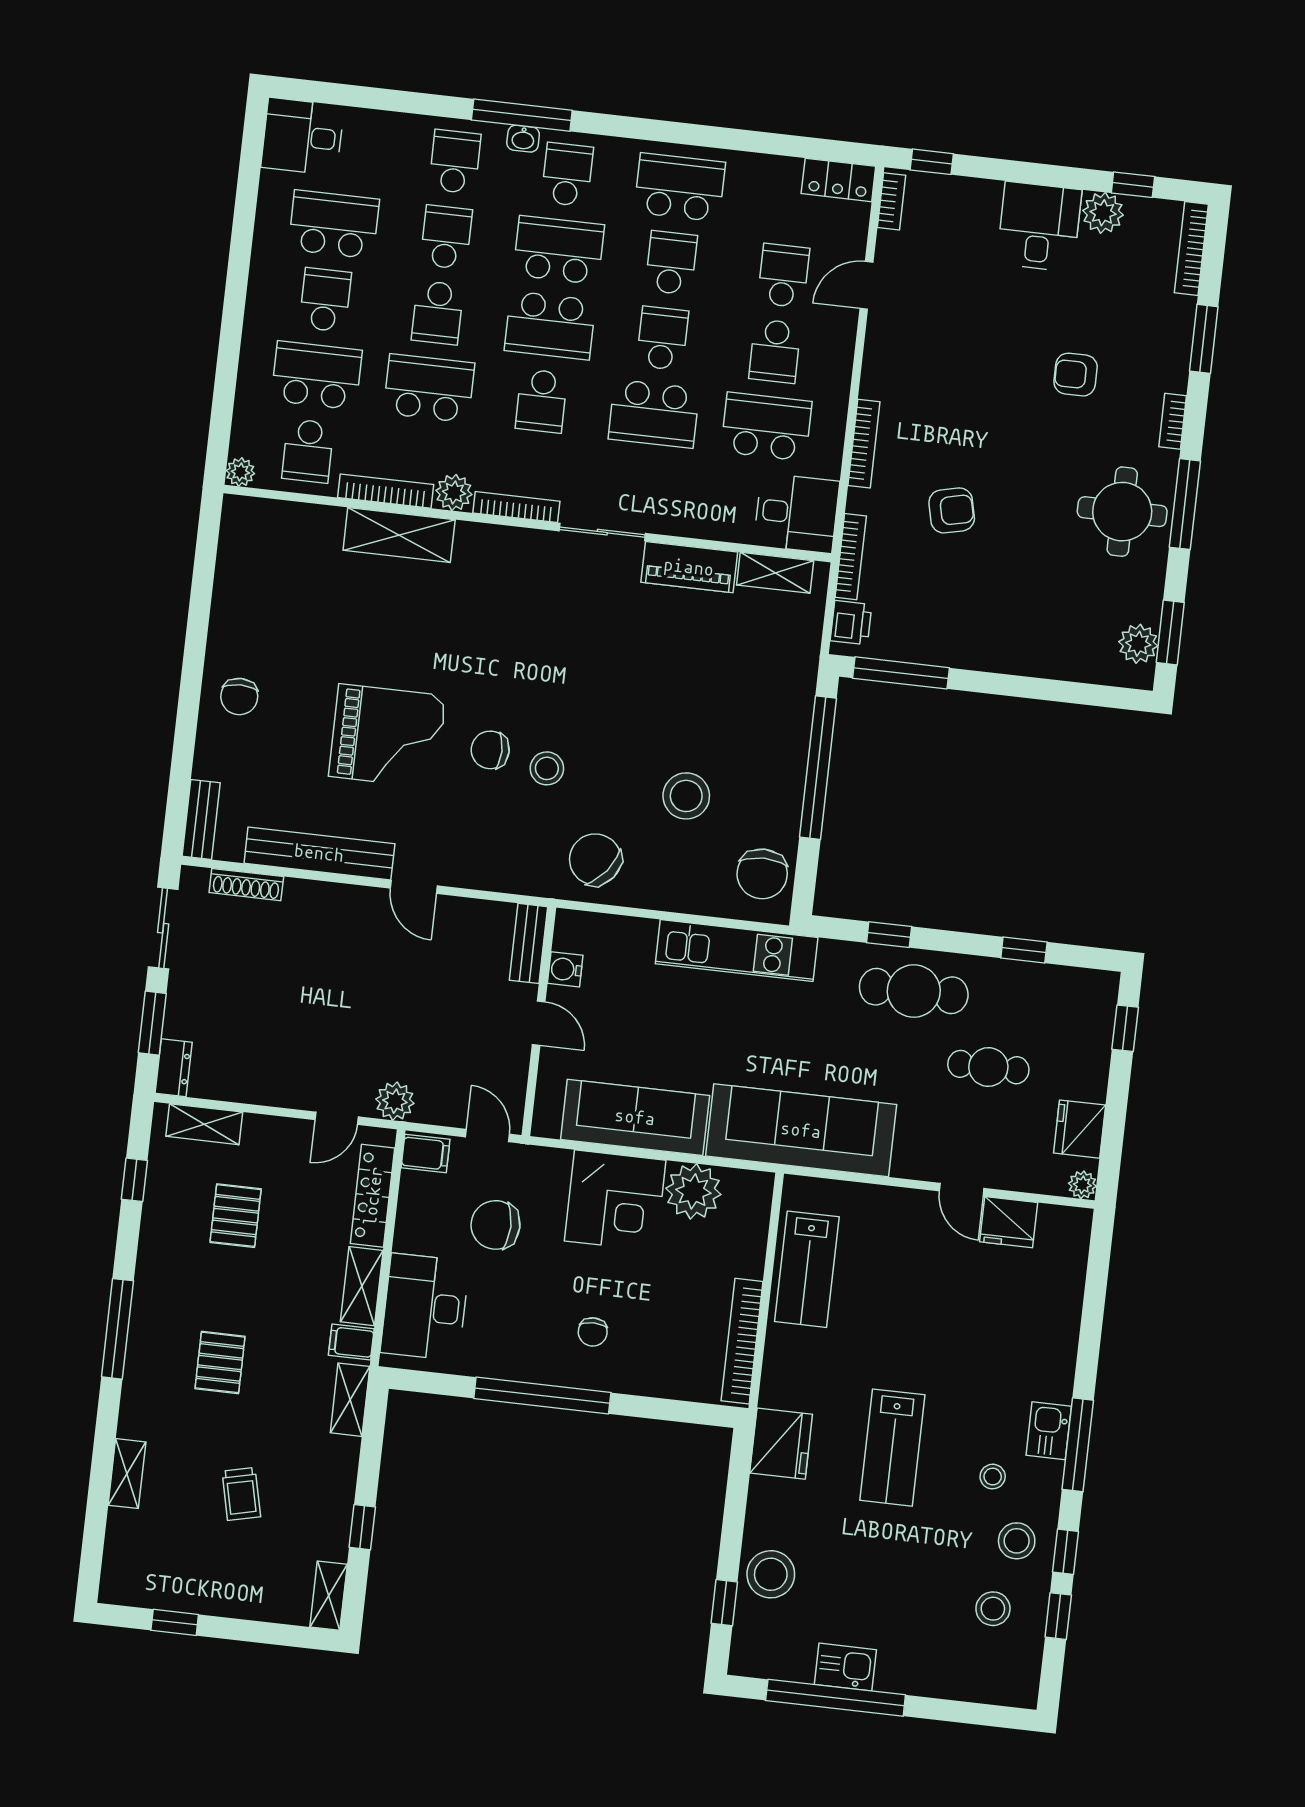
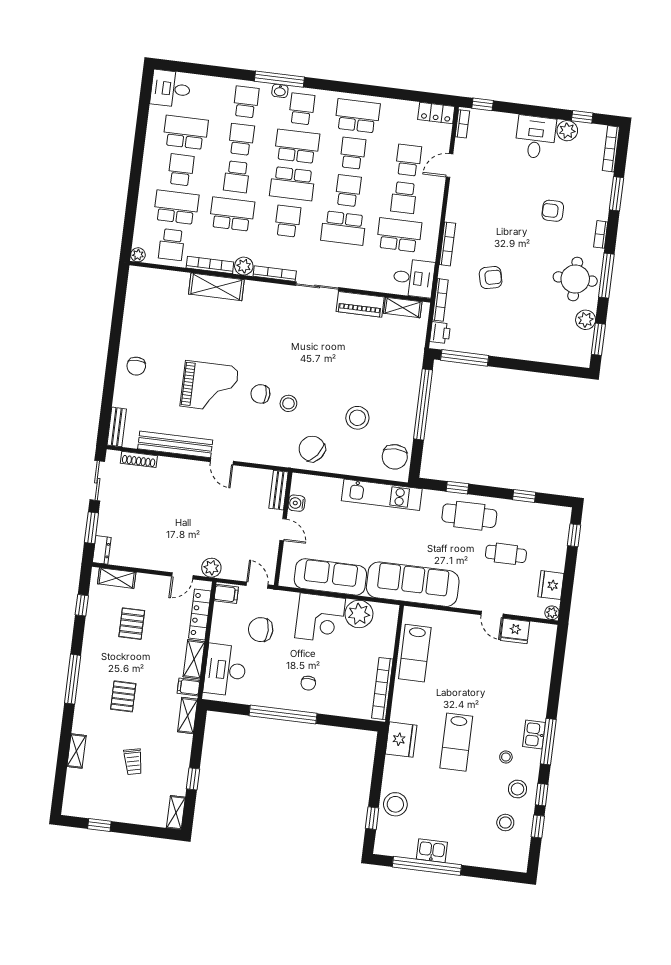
school desk: (541, 401) -> (288, 221), turned 180
plant: (1138, 644) -> (586, 320), moved

